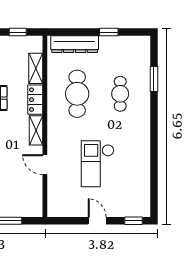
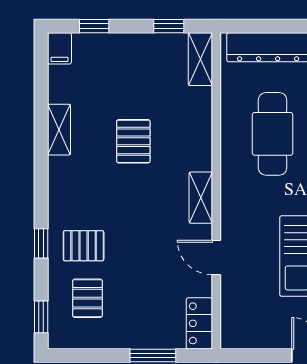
shelving: (36, 68) -> (200, 59), moved
locker: (35, 100) -> (199, 323), moved

